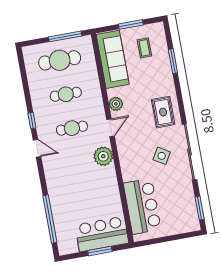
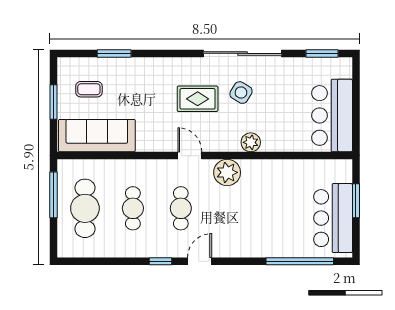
plant: (116, 104) -> (251, 142), moved
rug: (163, 112) -> (198, 99), moved
bar counter: (142, 206) -> (332, 115), moved, turned -90
bar counter: (102, 234) -> (333, 218), moved

